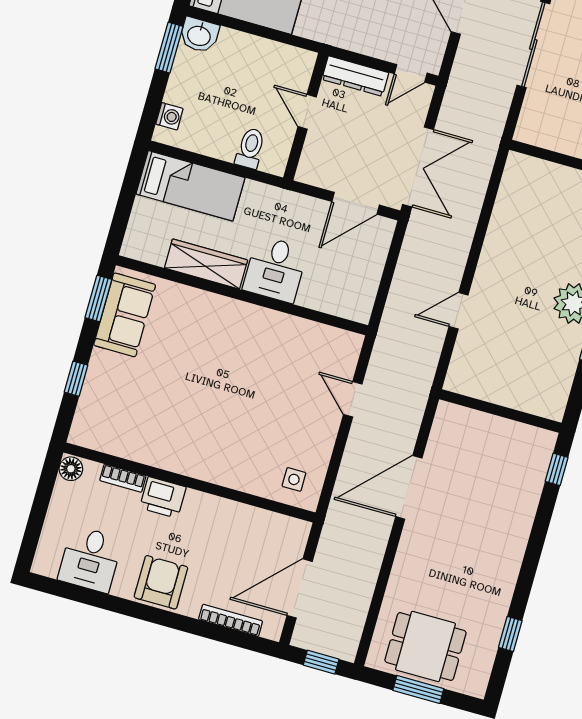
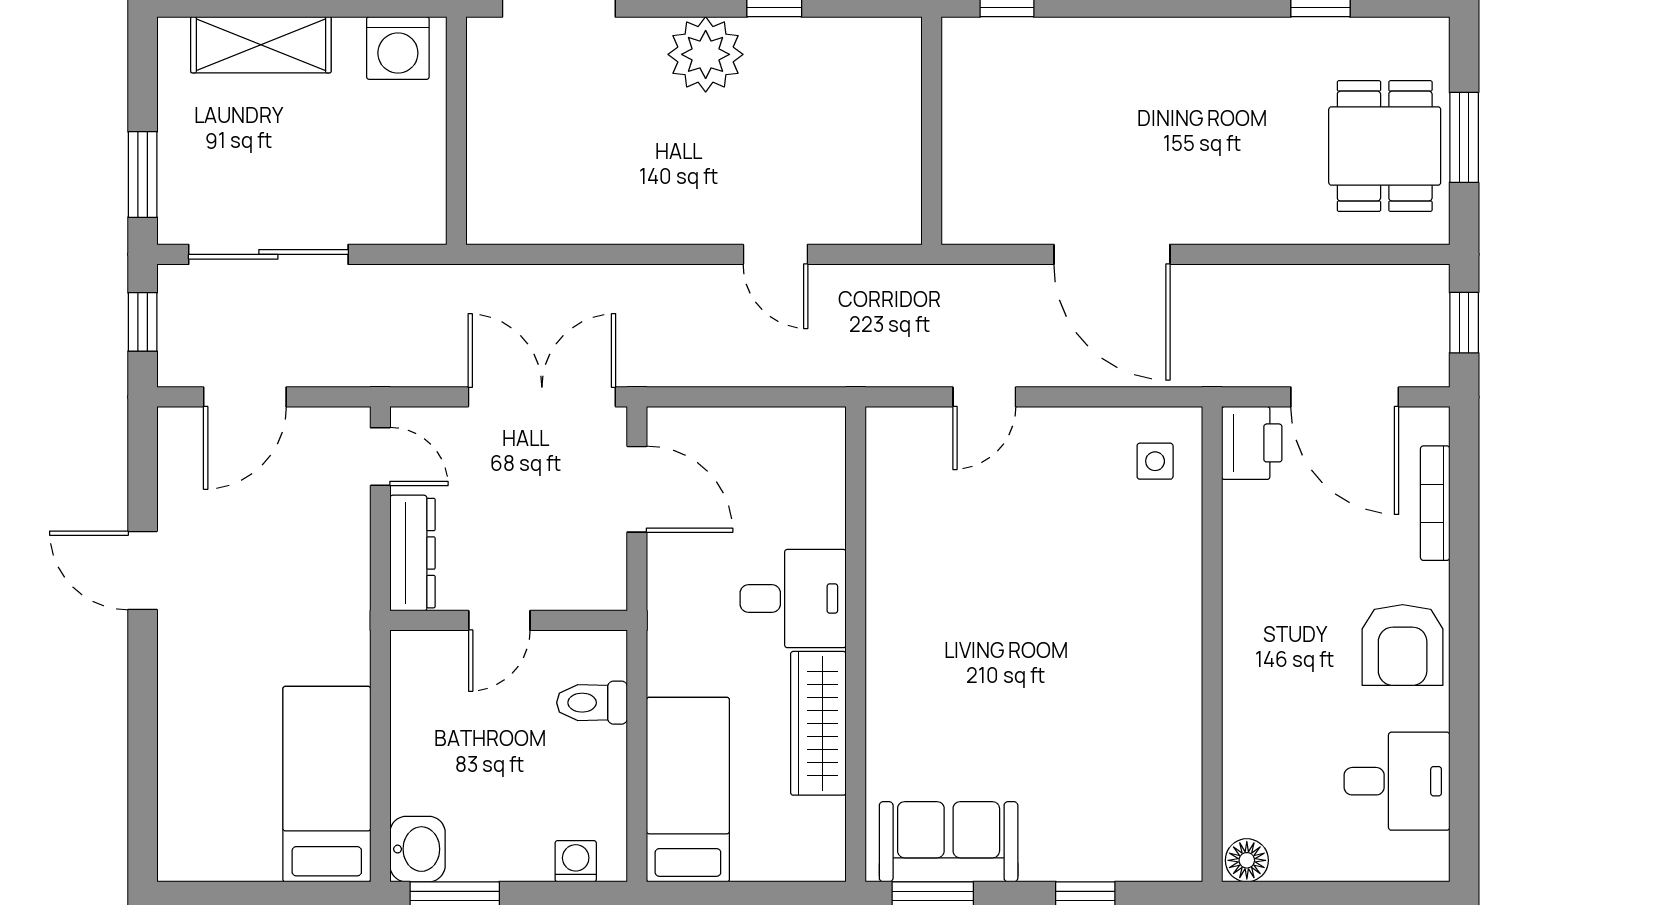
bookcase: (123, 478) -> (1238, 764), removed
printer: (163, 497) -> (1252, 443), moved
armchair: (161, 582) -> (1403, 645), turned -90

